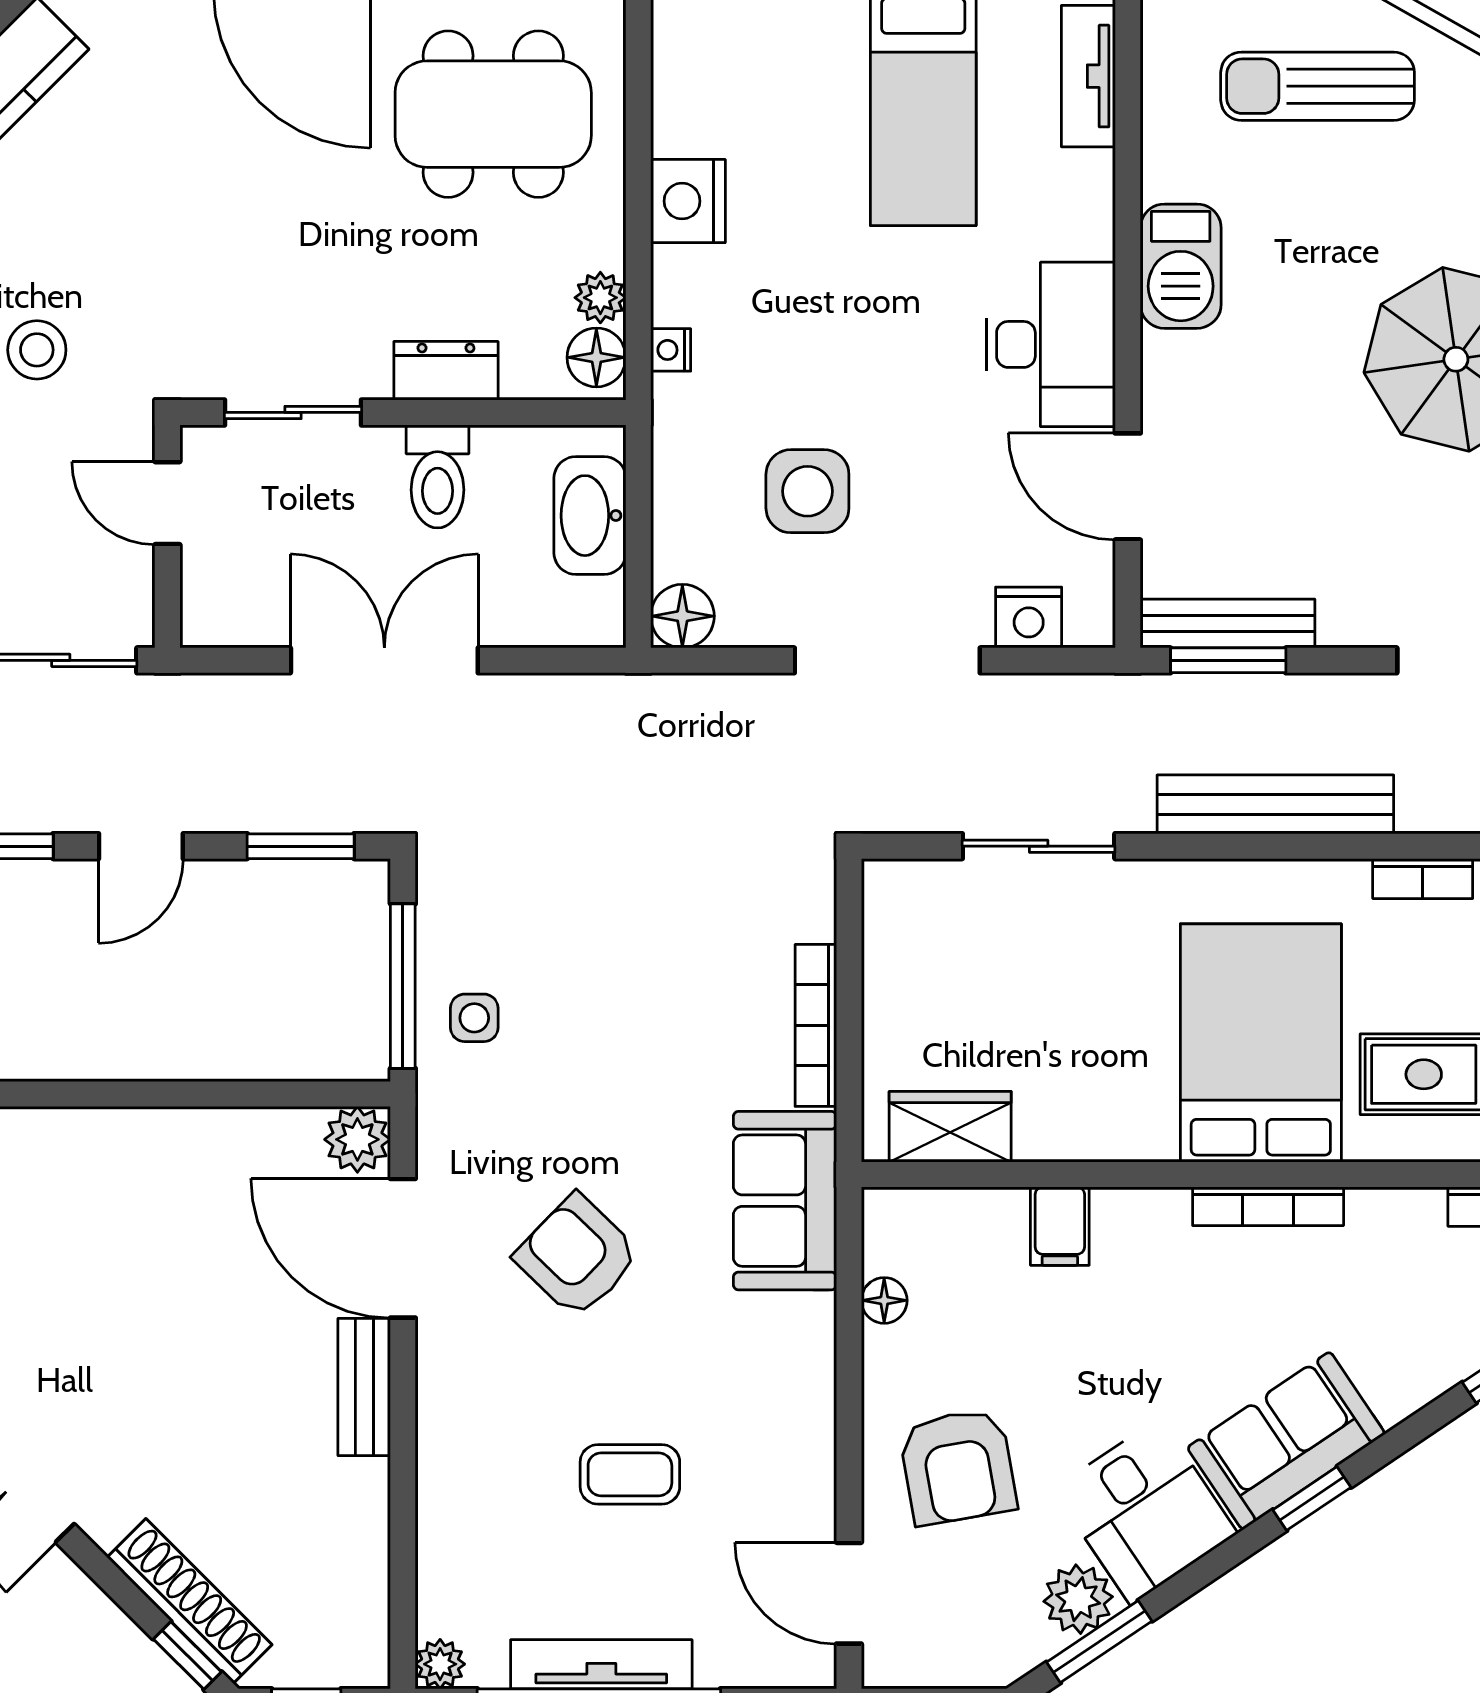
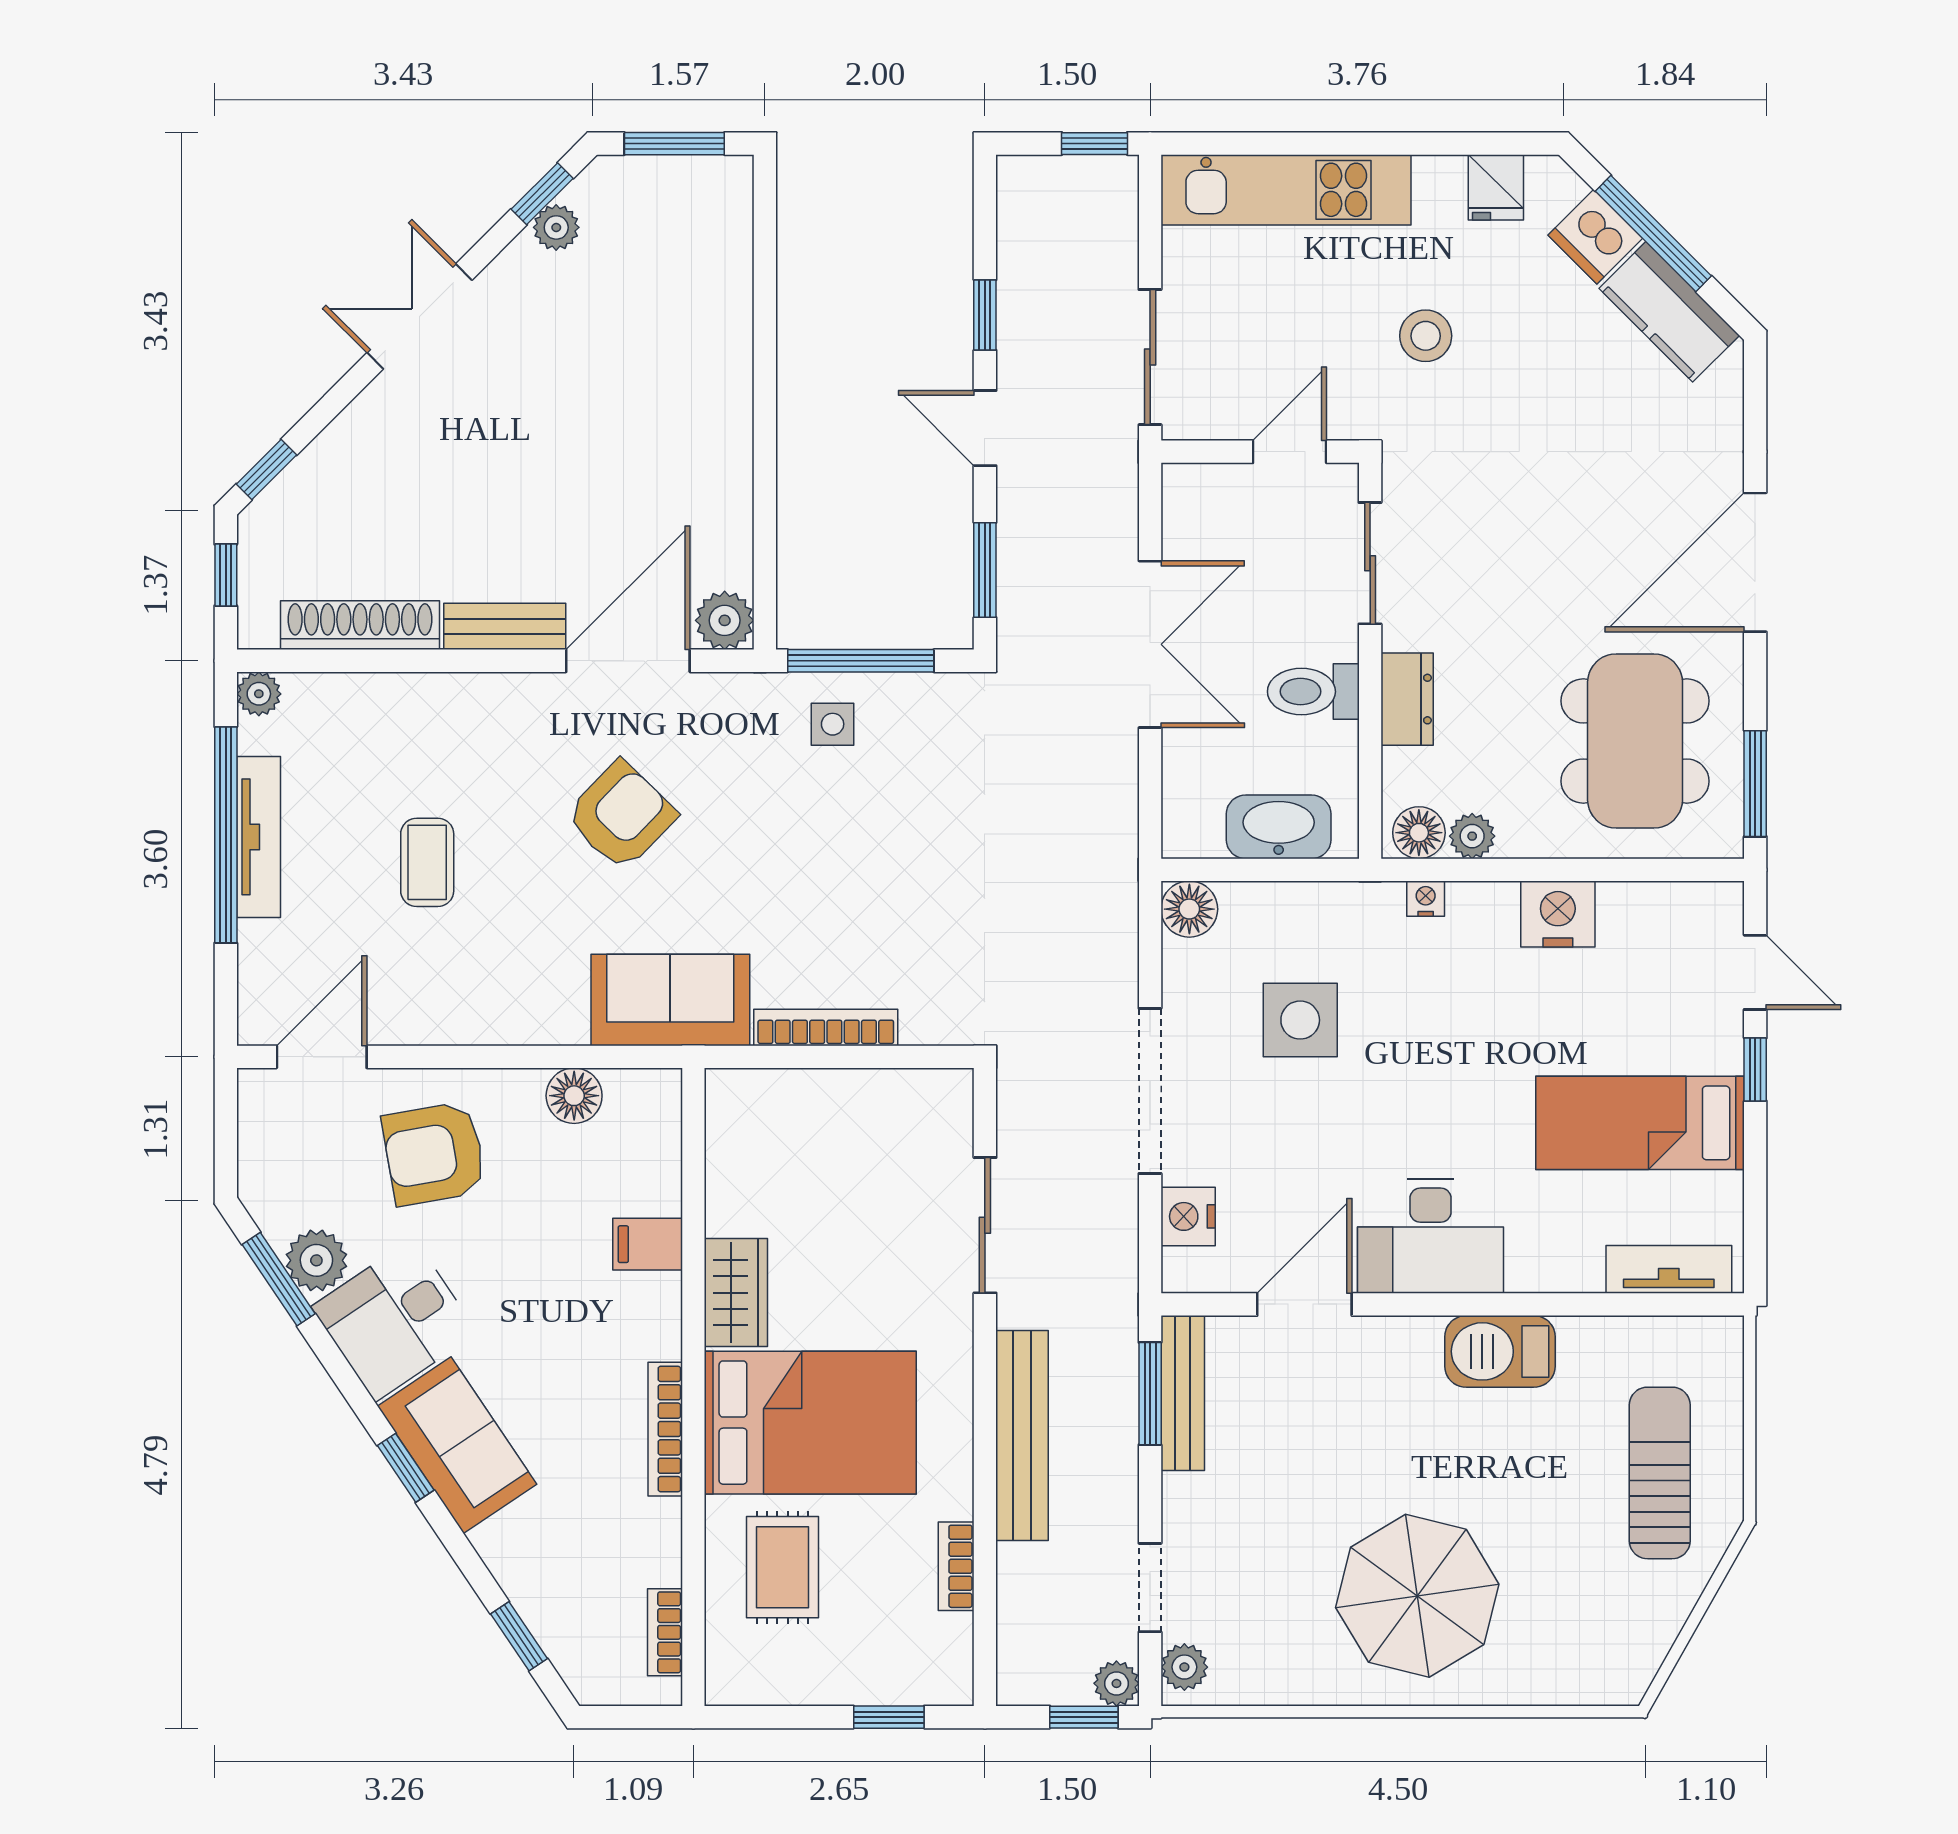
wardrobe: (950, 1127) -> (736, 1293), moved
floor lamp: (884, 1300) -> (574, 1096), width x1.37, depth x1.37
shoe rack: (189, 1601) -> (360, 625), moved, turned -135

